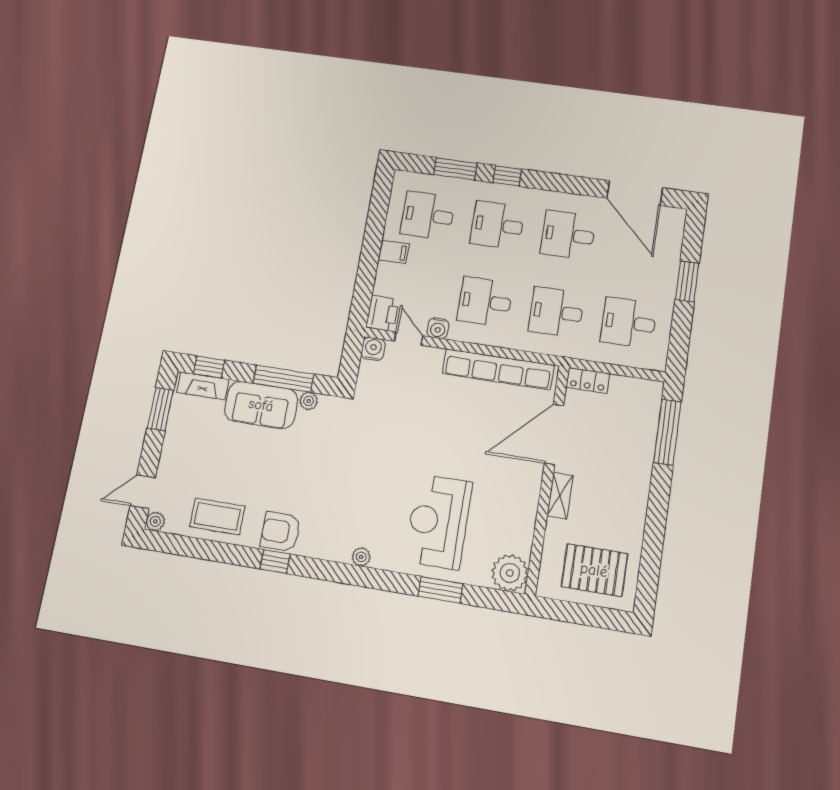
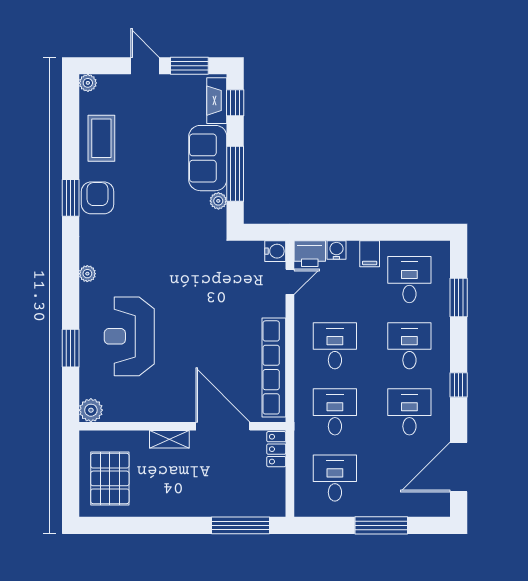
window: (507, 176) -> (459, 385), moved
window: (687, 281) -> (381, 525), width x1.44
water cooler: (438, 328) -> (336, 250), moved, turned 90
door: (143, 492) -> (145, 66), moved
reception desk: (438, 522) -> (129, 336), turned -90
window: (275, 562) -> (71, 198), width x1.50
plant: (510, 573) -> (91, 410), width x0.73, depth x0.73

